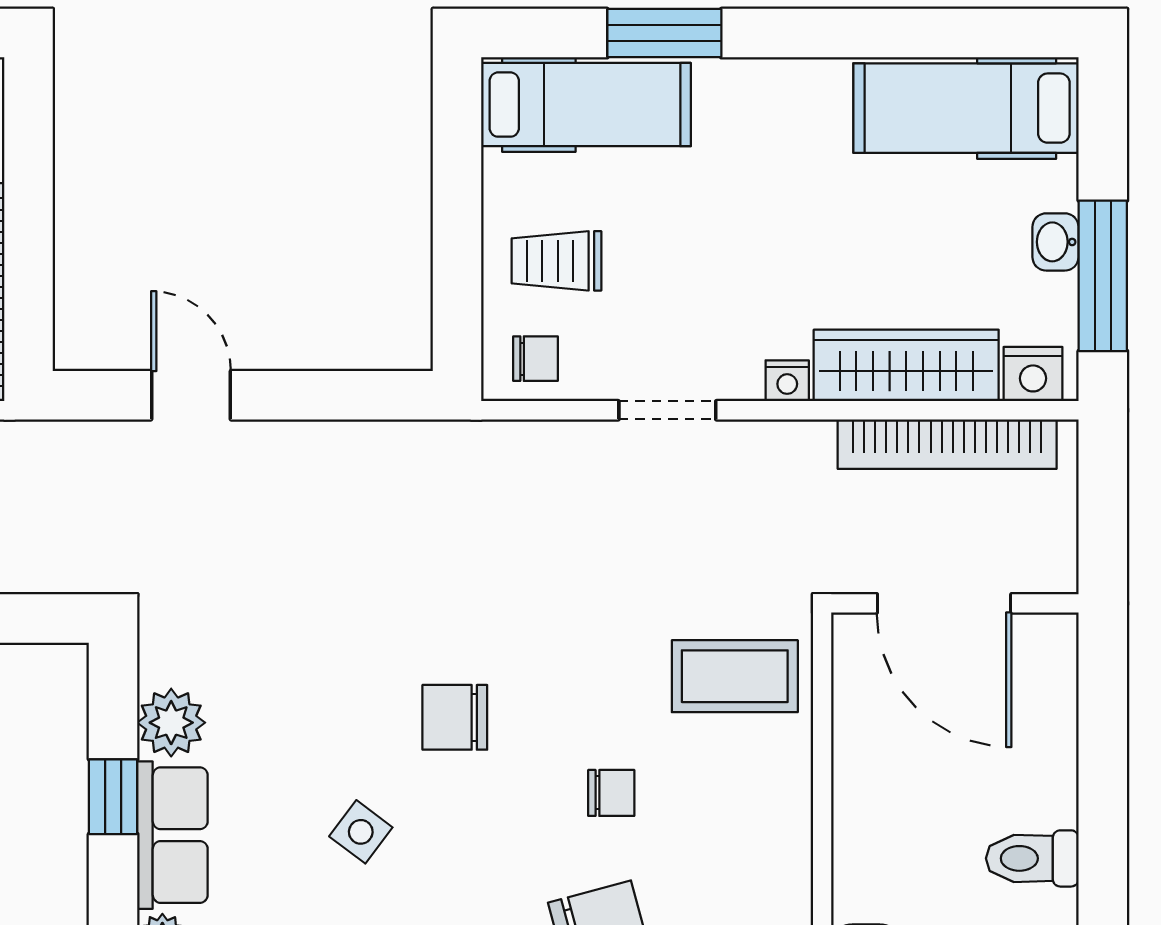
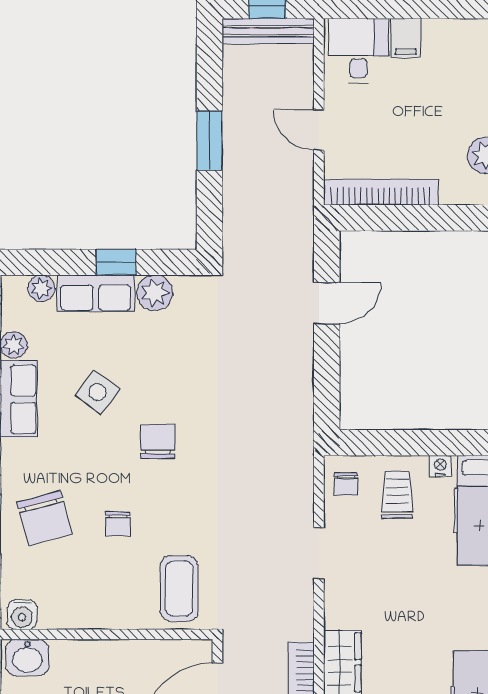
nightstand: (787, 381) -> (440, 466), moved, turned 90
side table: (361, 832) -> (97, 392), width x1.37, depth x1.37

